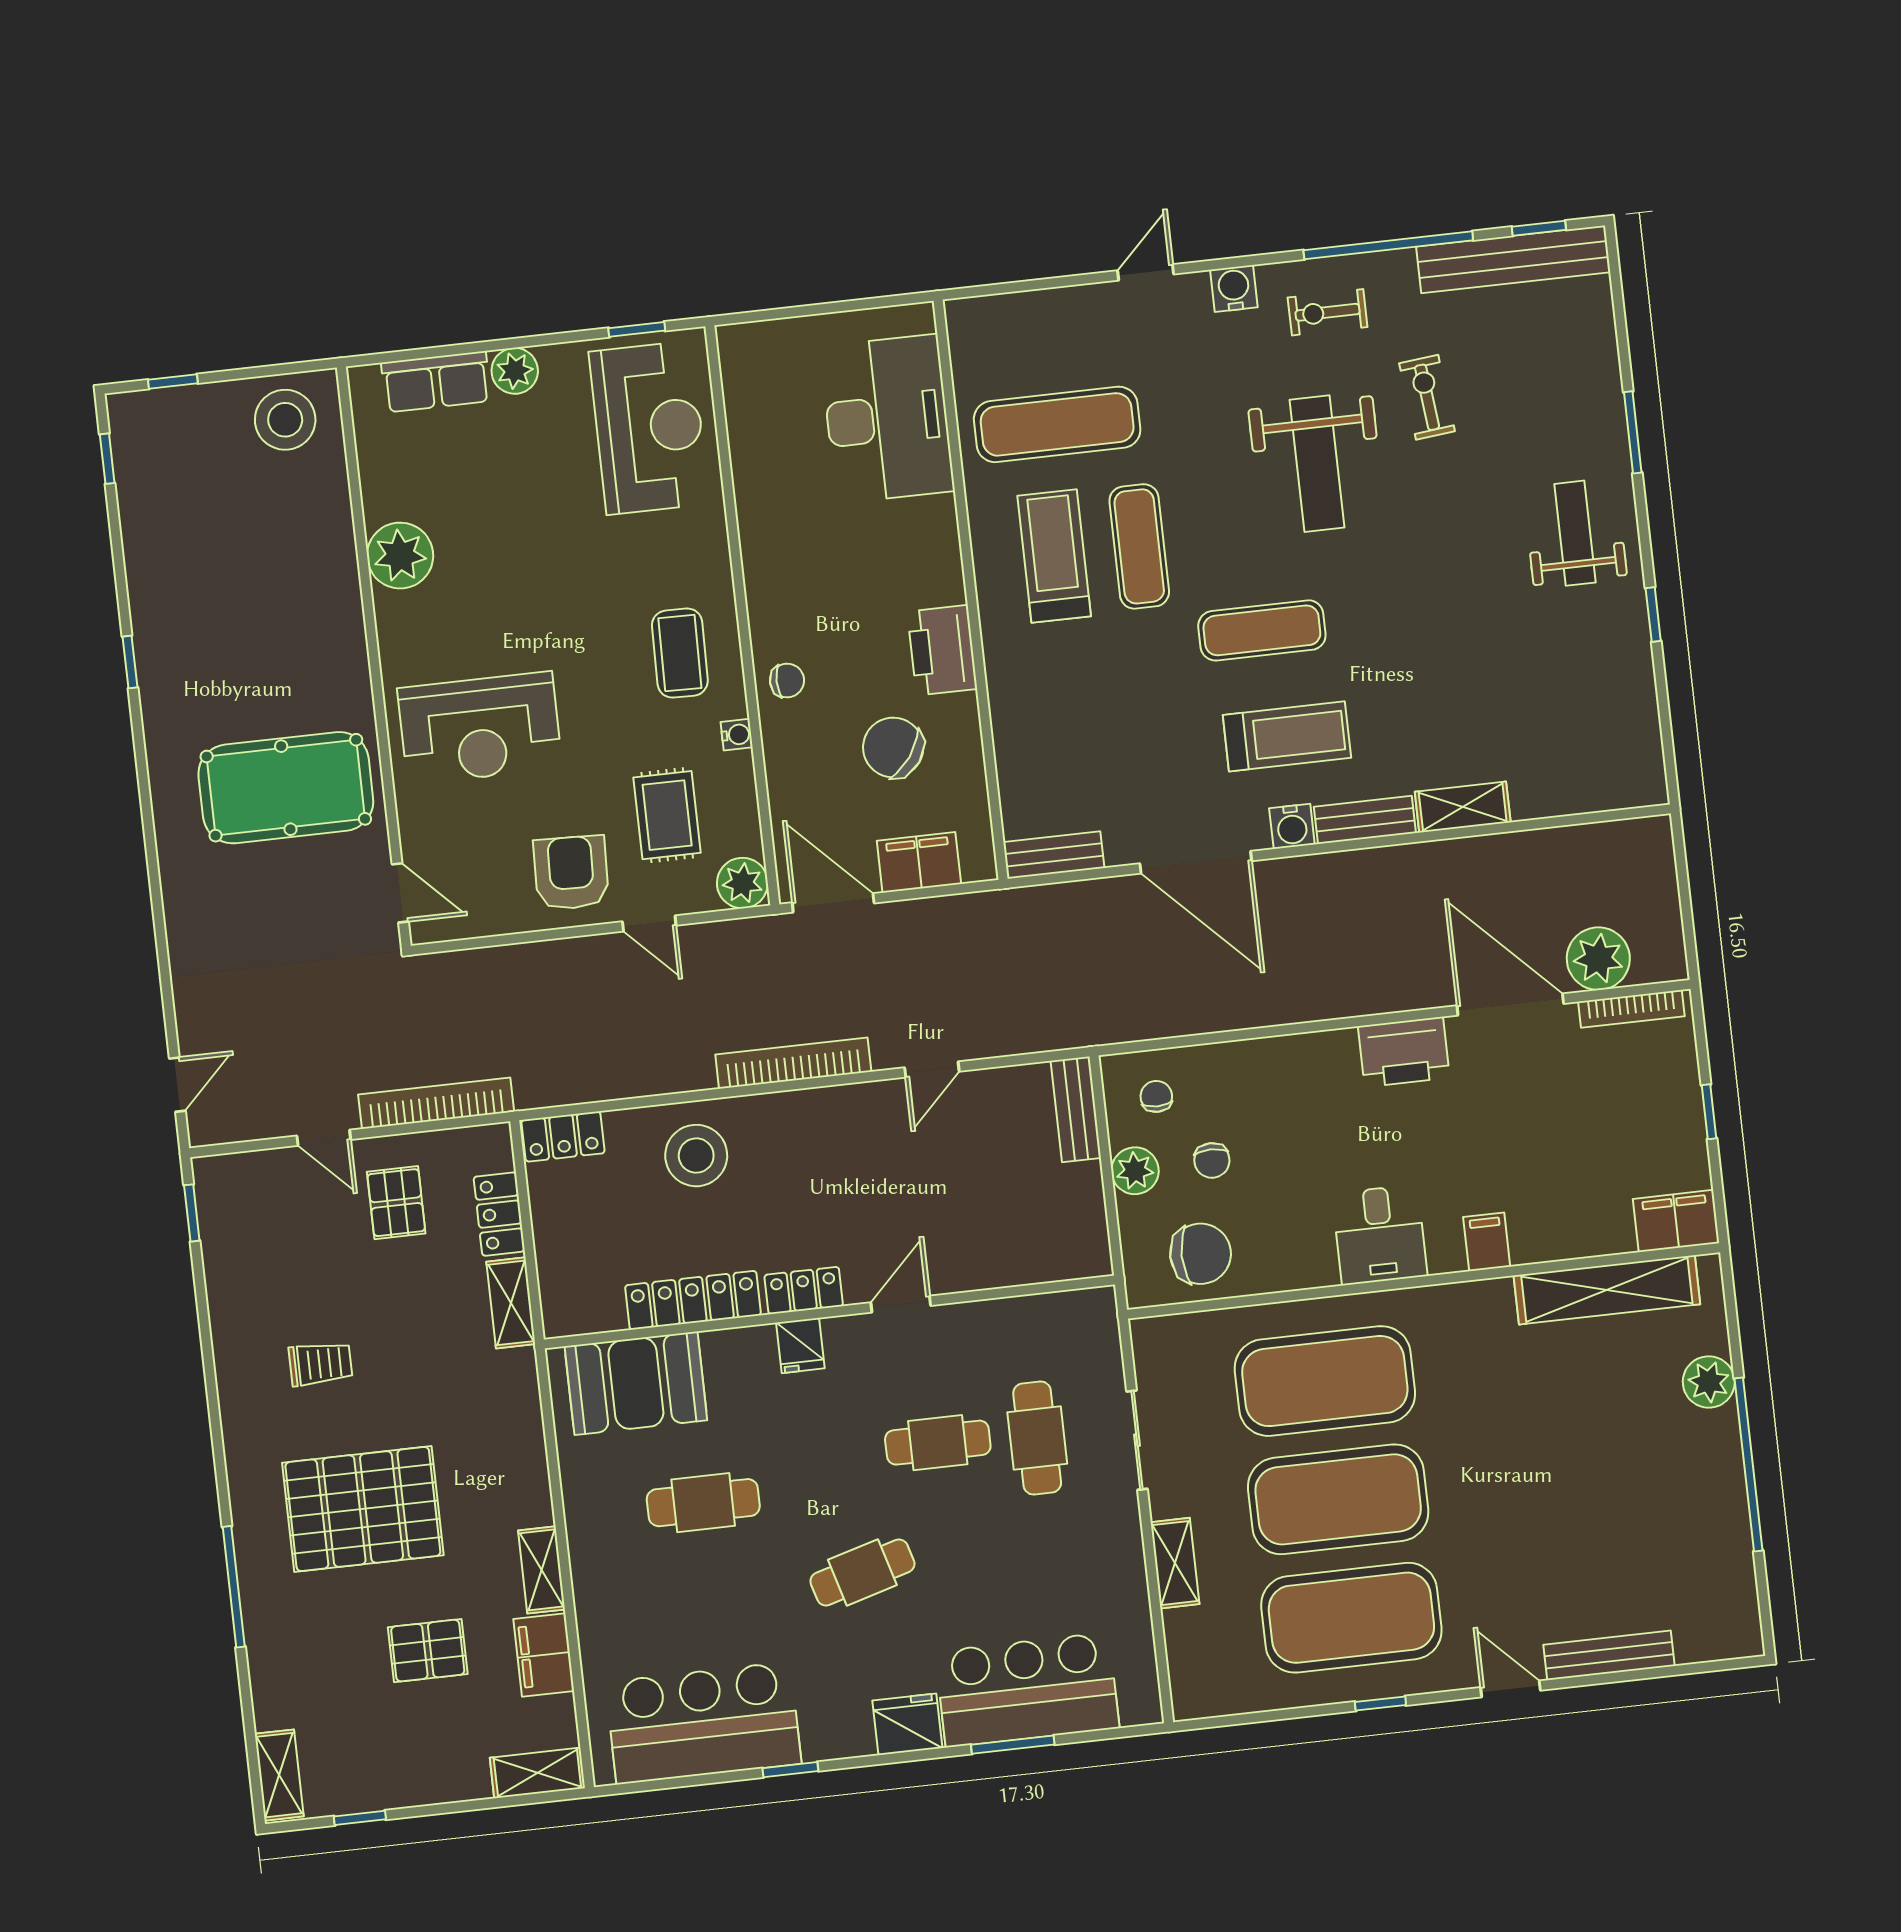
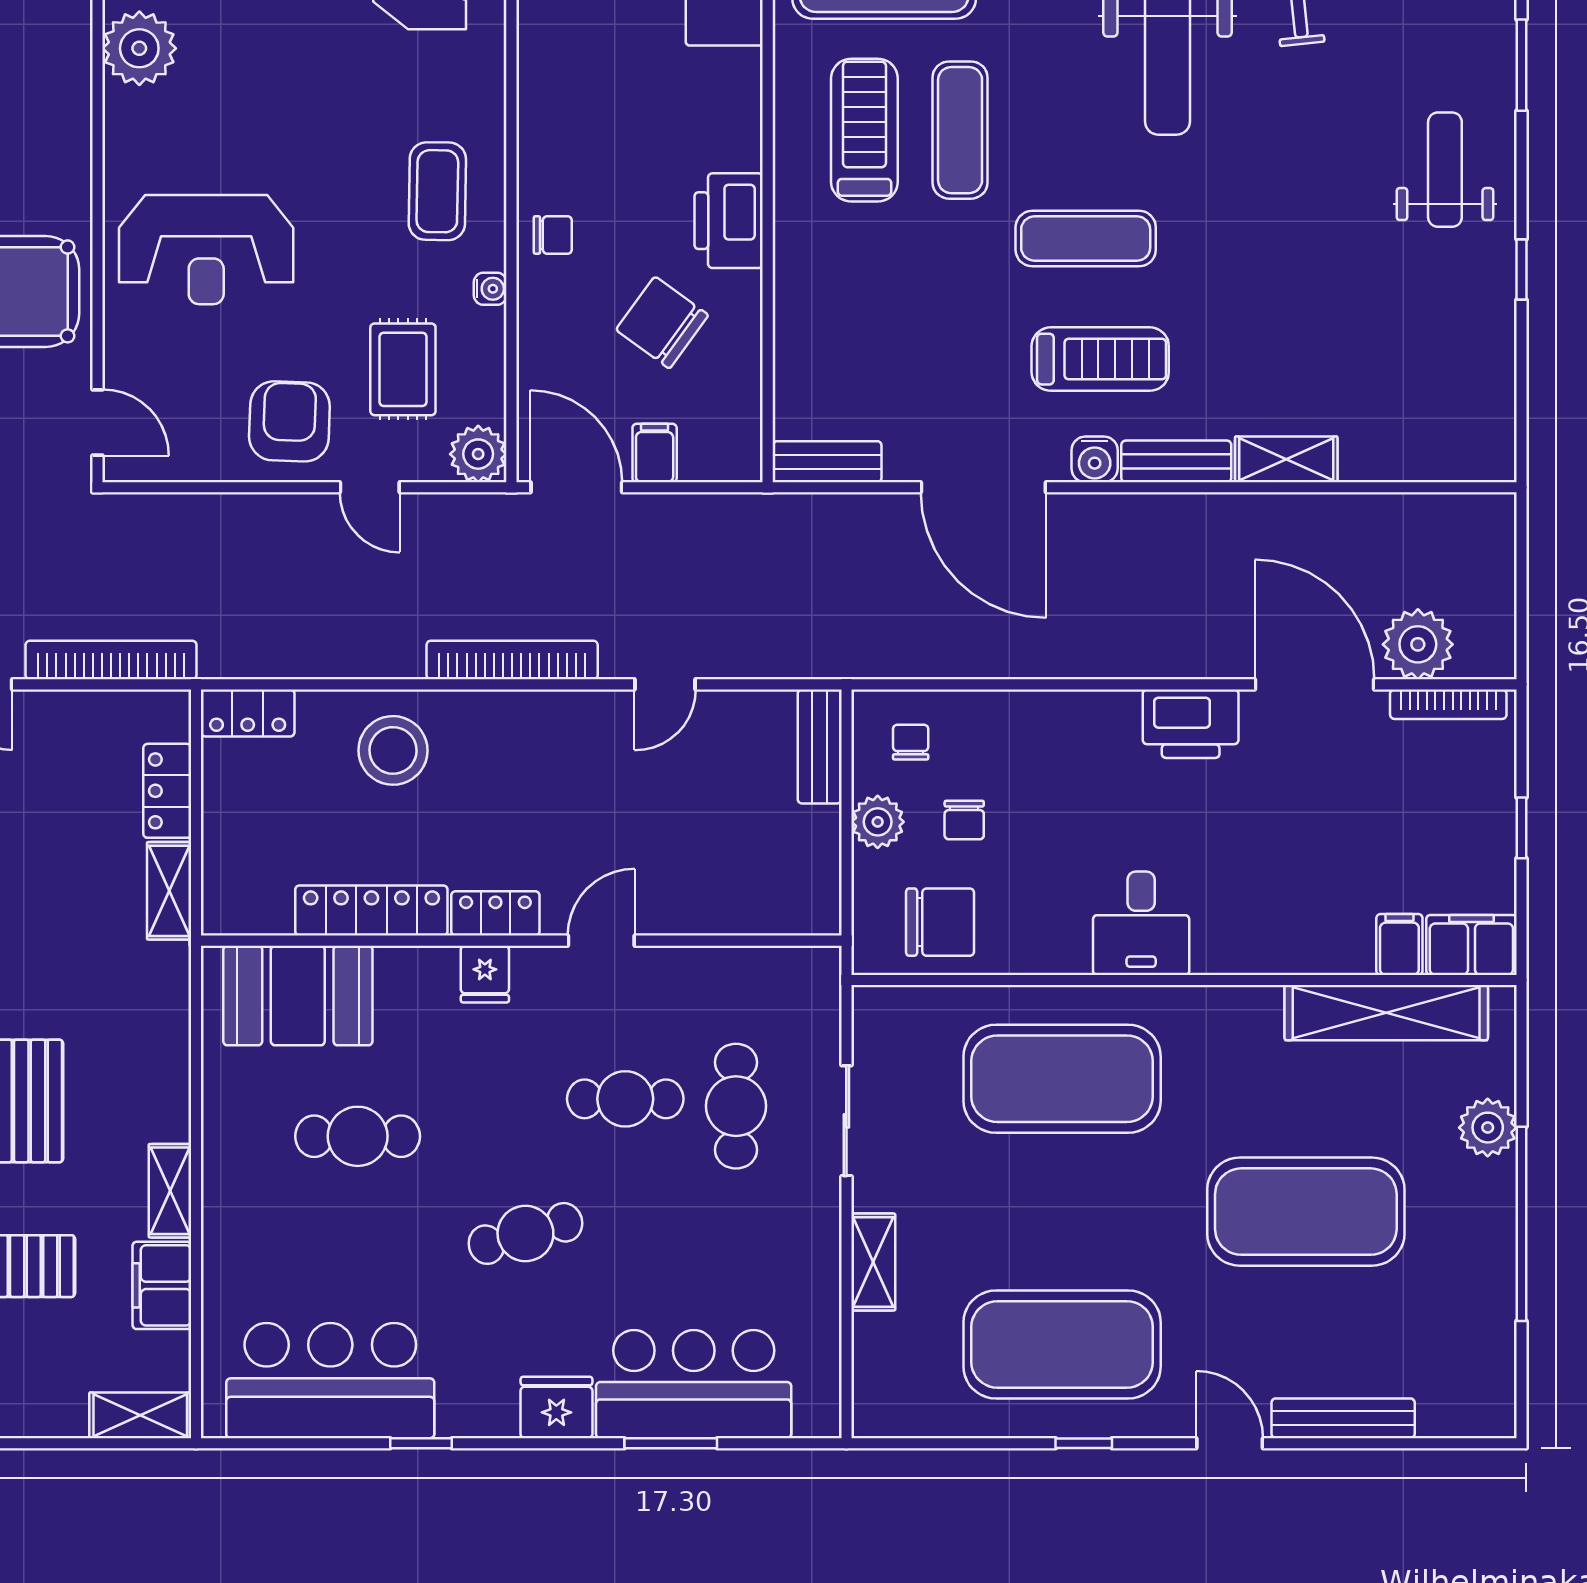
filing cabinet: (919, 862) -> (655, 453), width x0.50
pallet: (396, 1203) -> (54, 765), removed
filing cabinet: (1487, 1242) -> (1399, 944), moved
exercise mat: (1338, 1499) -> (1306, 1212), moved

